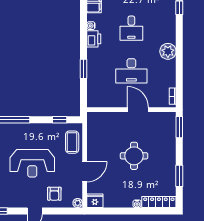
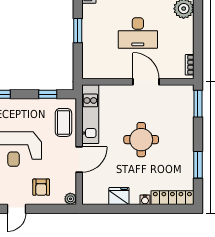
kitchen unit: (93, 135) -> (90, 114), added
fridge: (95, 201) -> (119, 196), moved

